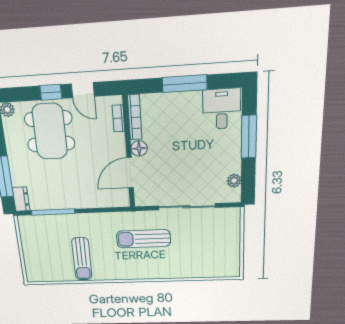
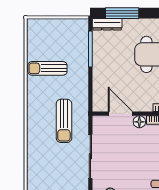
dresser: (21, 199) -> (107, 24), width x1.44
sun lounger: (143, 239) -> (64, 121), turned 180

